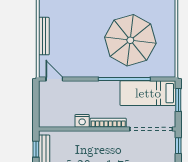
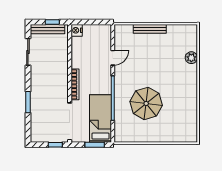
parasol: (130, 40) -> (146, 103), width x0.73, depth x0.73
door: (54, 79) -> (113, 58), moved
nightstand: (82, 121) -> (77, 30), moved

